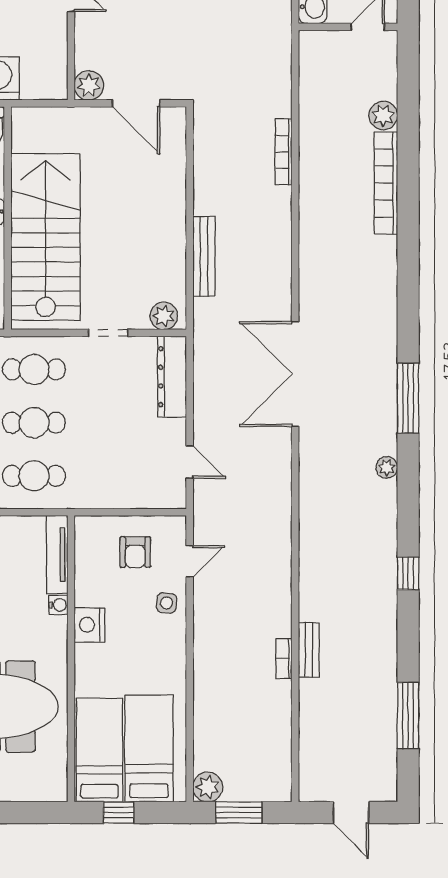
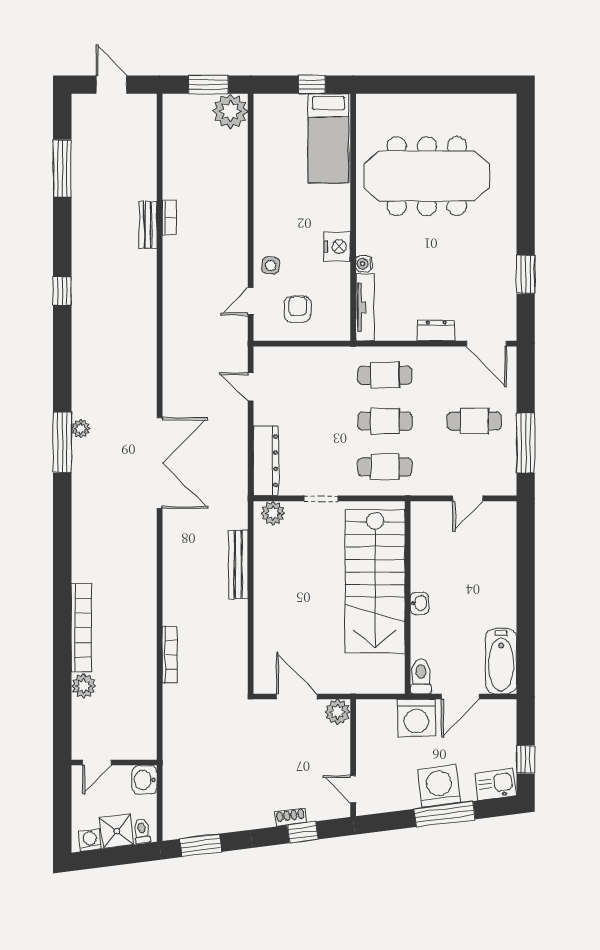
plant: (387, 467) -> (81, 429), moved
bed: (149, 748) -> (286, 140), removed
plant: (208, 787) -> (230, 111), width x1.36, depth x1.36

